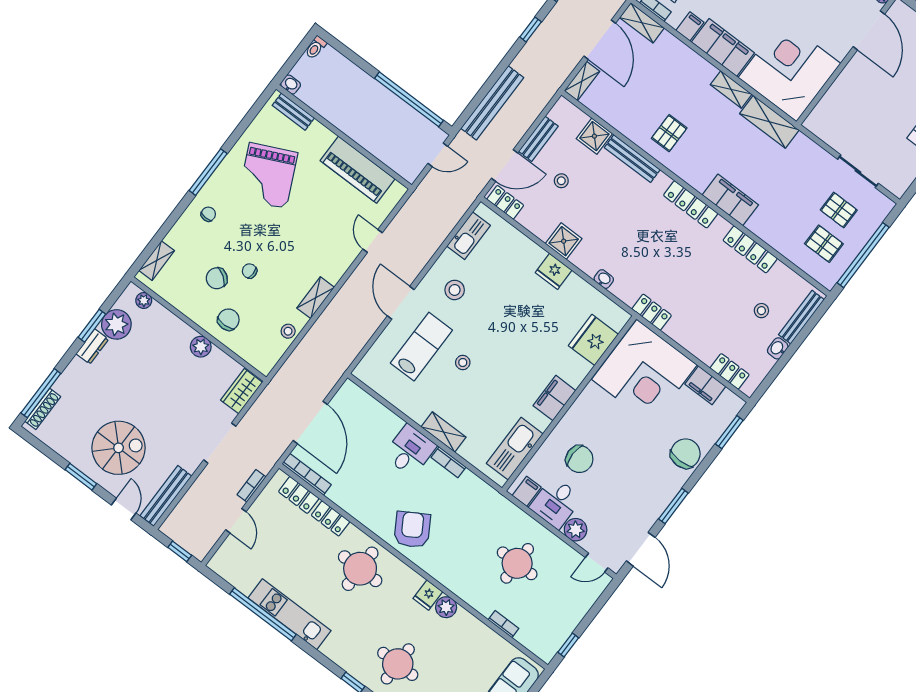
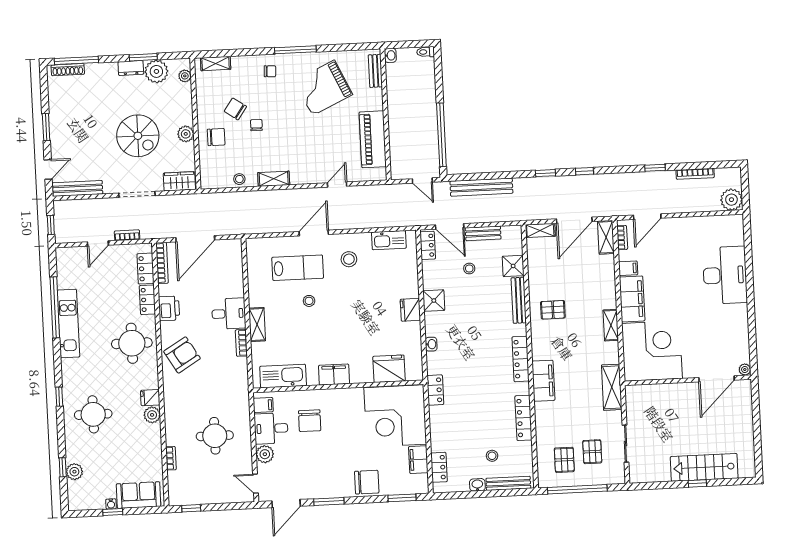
shelving: (769, 122) -> (612, 387), moved
spiral stairs: (119, 448) -> (138, 136), moved
printer: (356, 504) -> (169, 308), added

